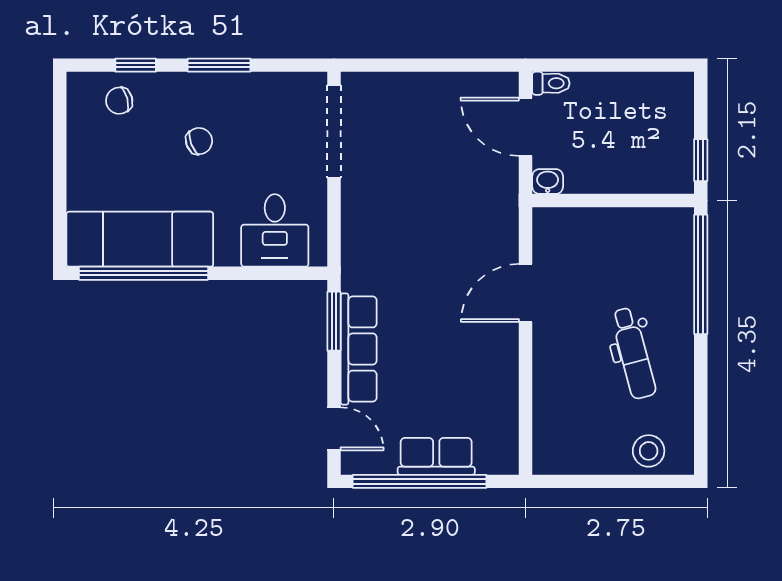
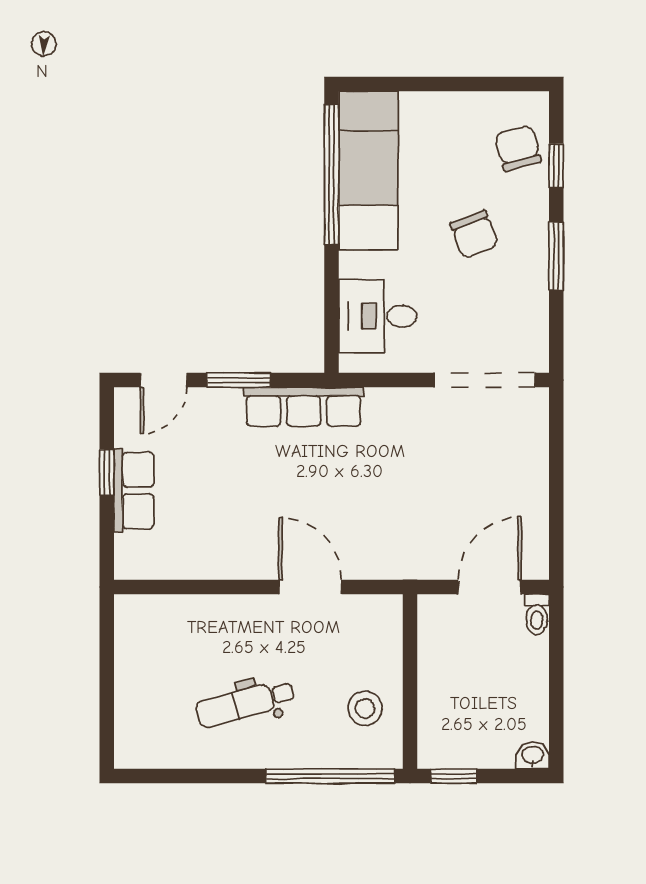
chair: (119, 101) -> (518, 148), width x1.37, depth x1.37
chair: (199, 141) -> (474, 234), width x1.37, depth x1.37
washbasin: (548, 181) -> (532, 755), moved, turned -90
window: (334, 321) -> (239, 380), moved
row of seats: (359, 349) -> (304, 407), moved
stool: (649, 451) -> (365, 708), moved
window: (420, 481) -> (107, 473), width x0.32

